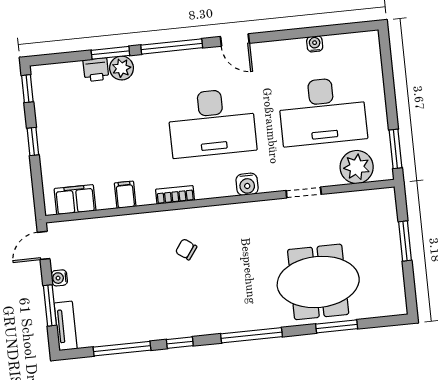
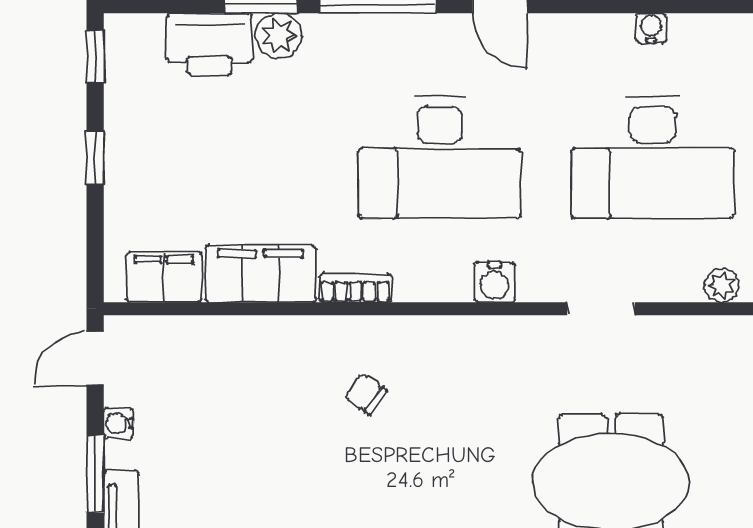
printer: (96, 70) -> (209, 44), width x1.87, depth x1.48
plant: (357, 167) -> (722, 285), width x0.53, depth x0.53
filing cabinet: (125, 195) -> (260, 274), width x3.00, depth x1.17

